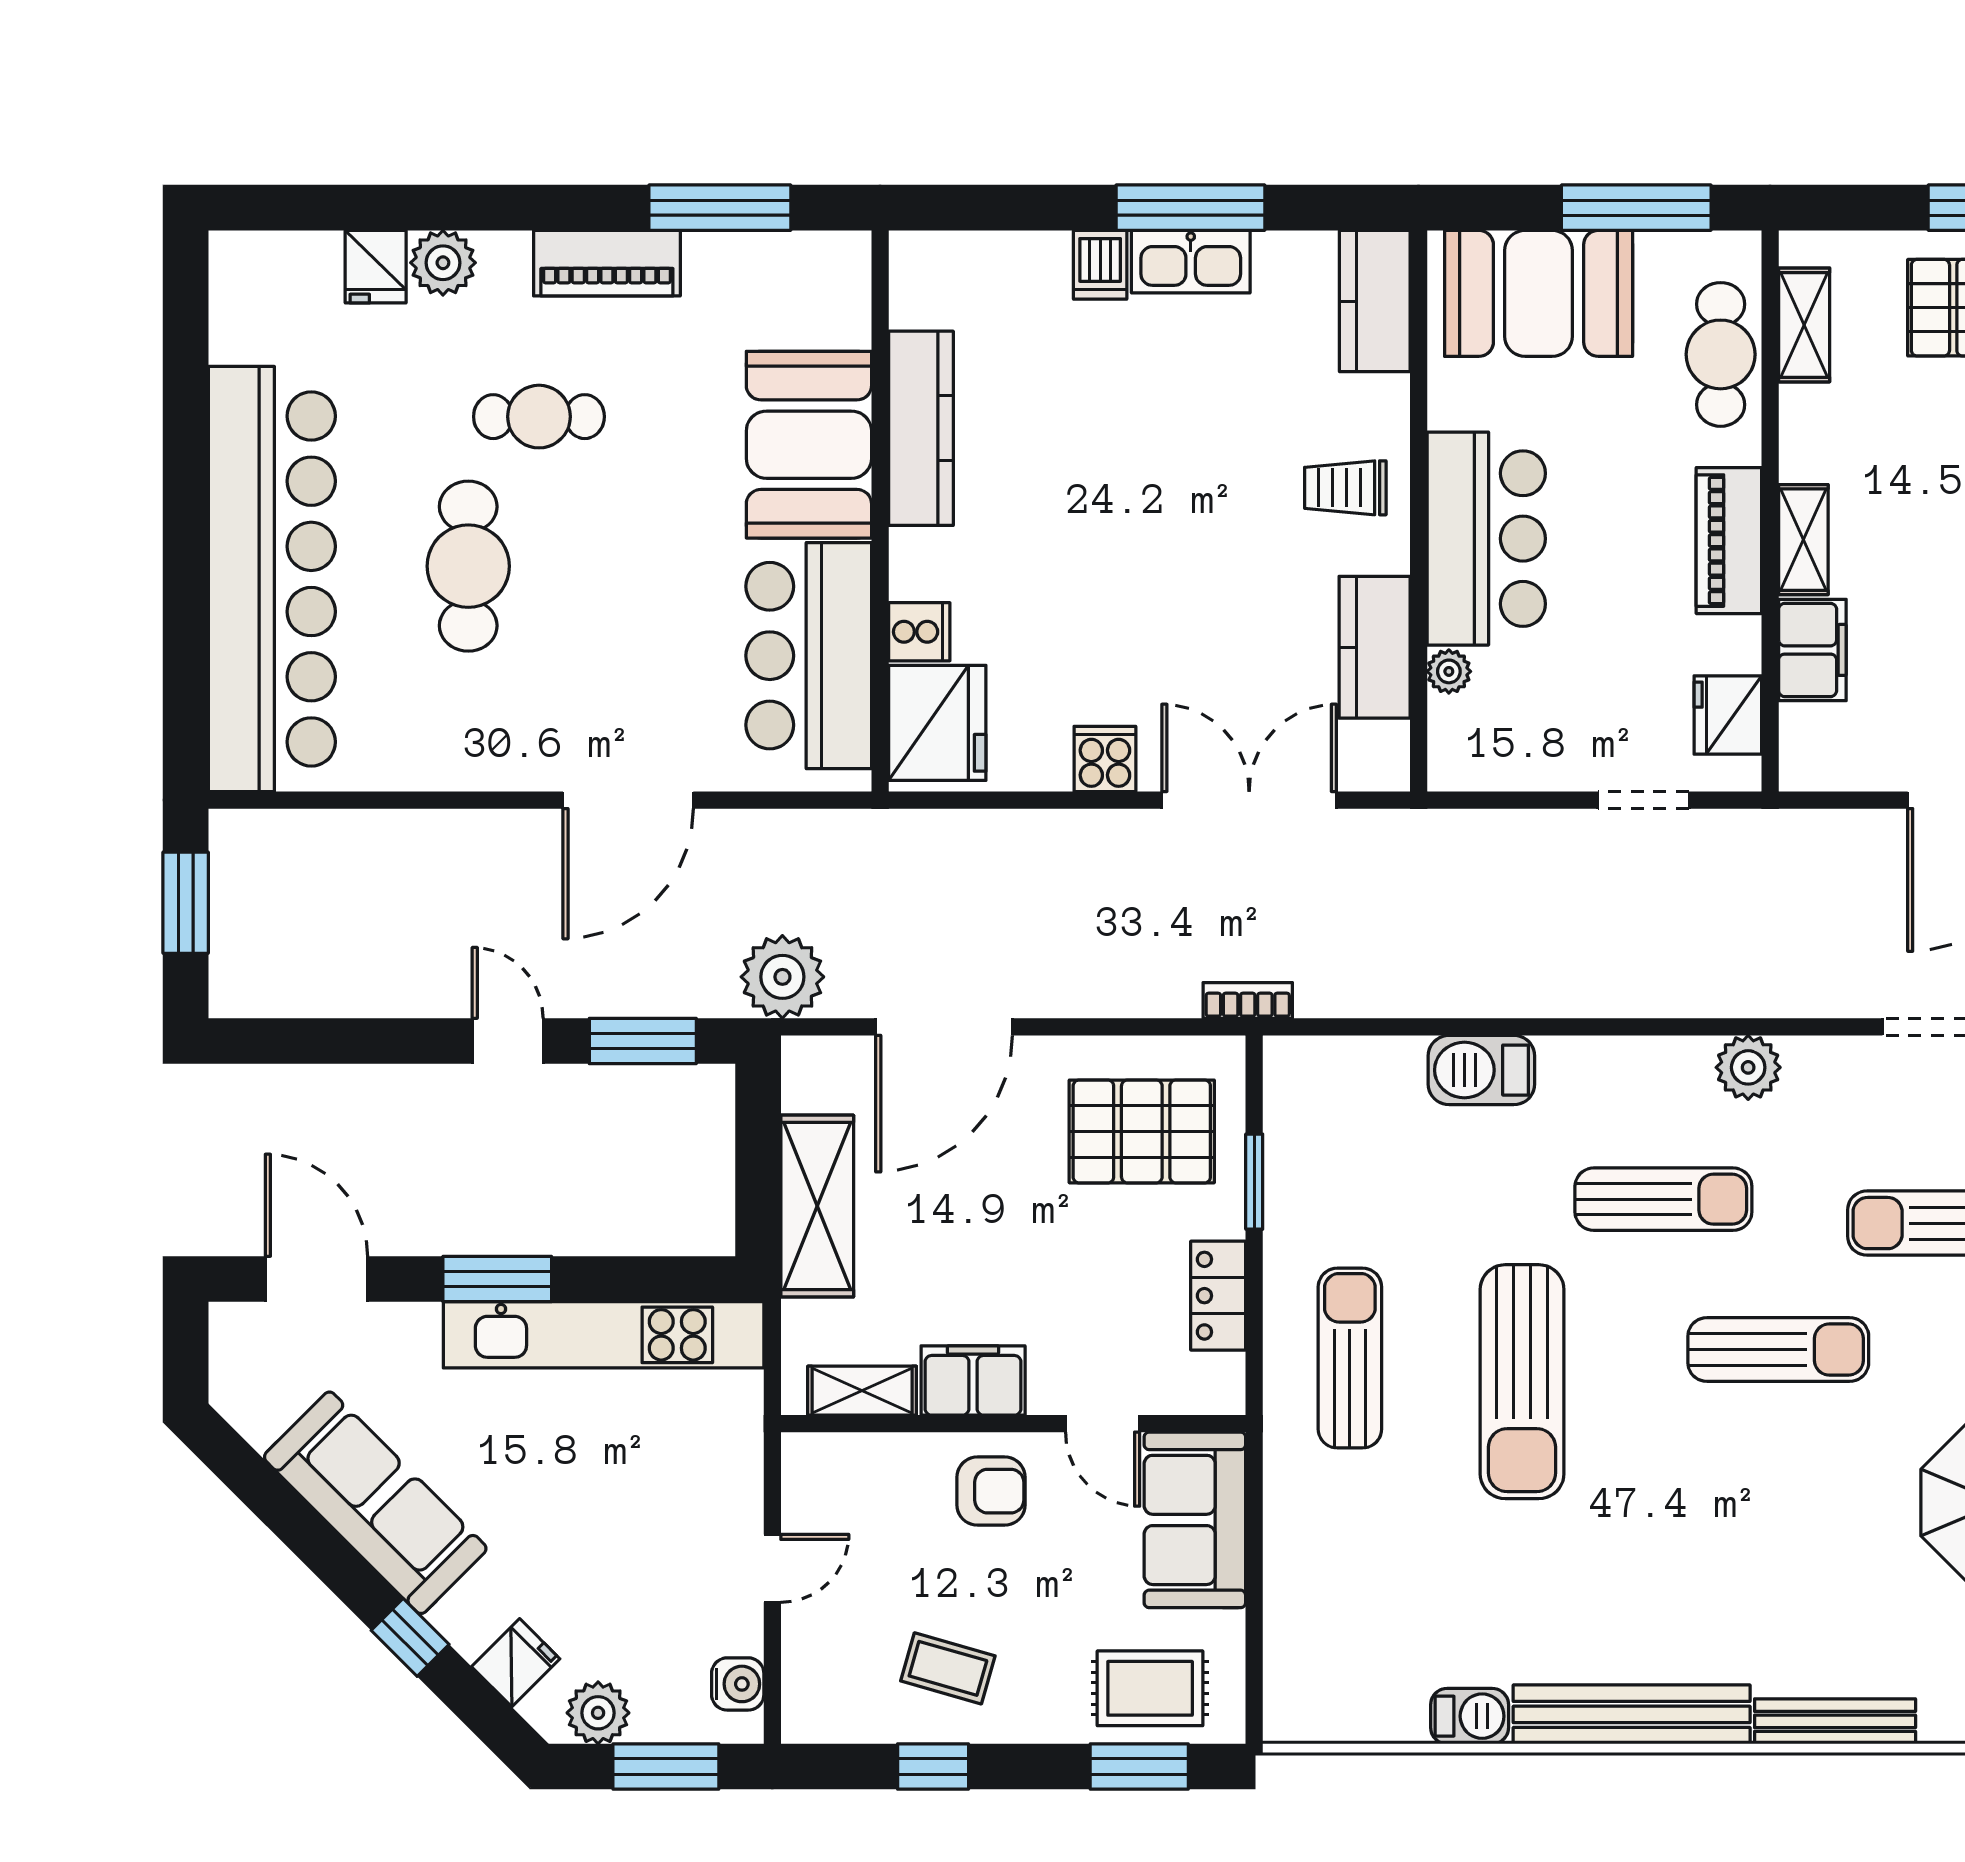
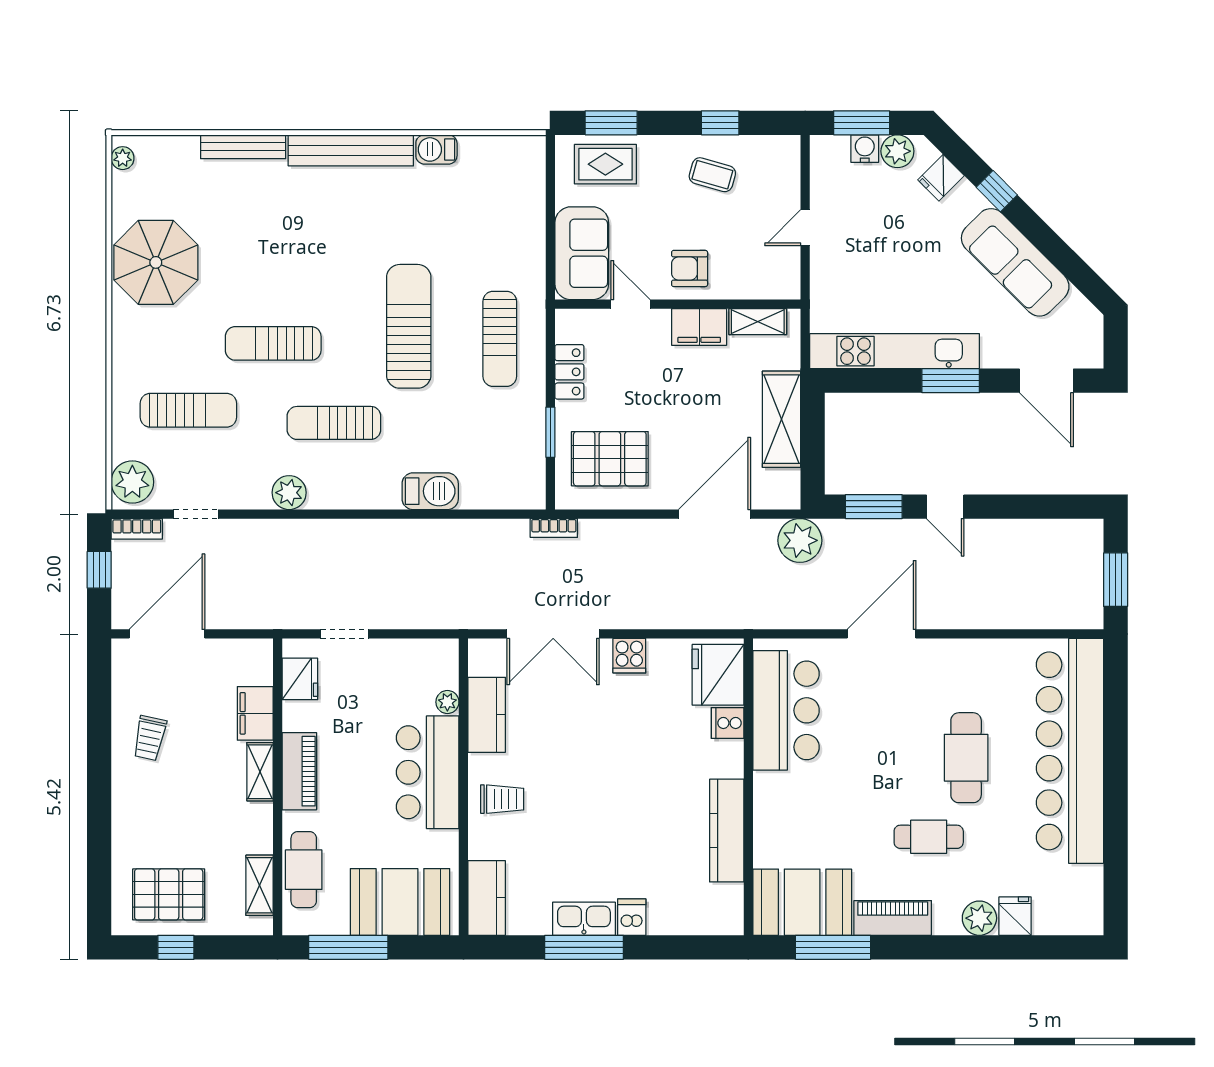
booth: (809, 445) -> (802, 902), moved, turned 90
water cooler: (738, 1684) -> (865, 149), moved, turned 90

